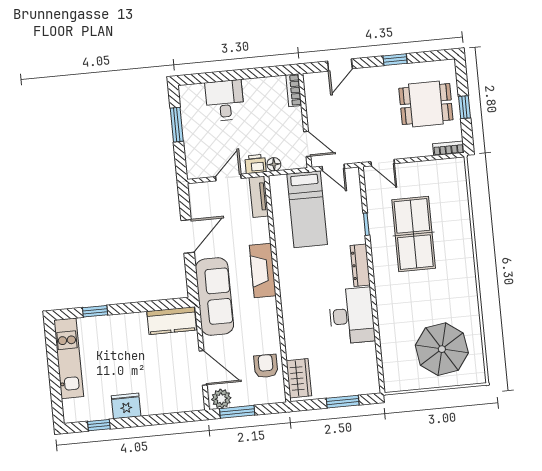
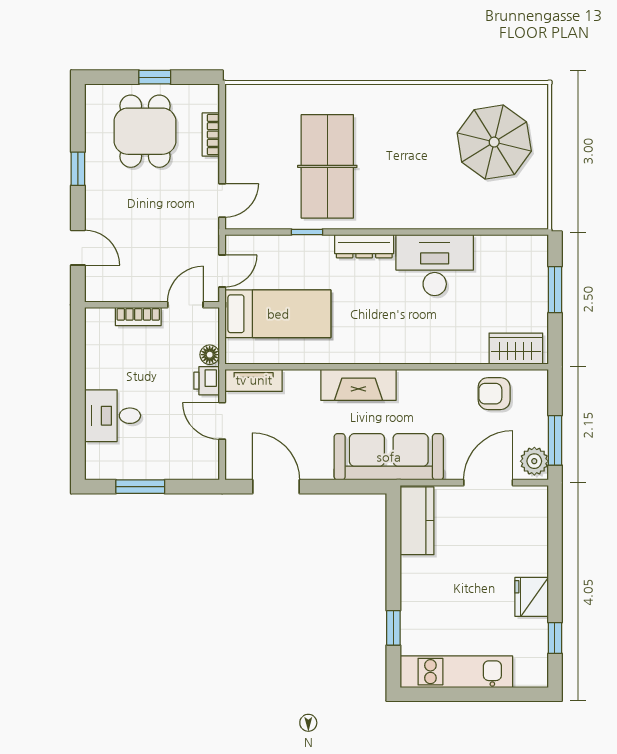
bookcase: (294, 90) -> (138, 317), moved
bookcase: (448, 148) -> (211, 135), moved
table tennis table: (414, 234) -> (327, 166), turned 90
door: (188, 236) -> (276, 487), moved

